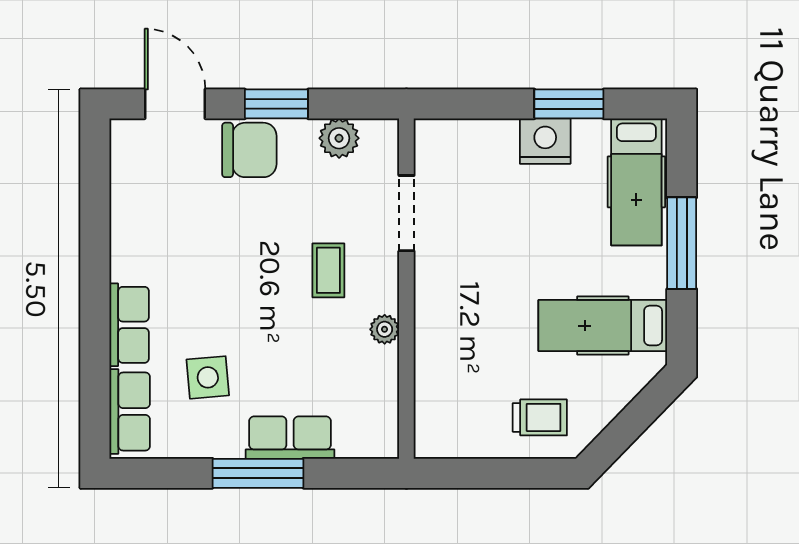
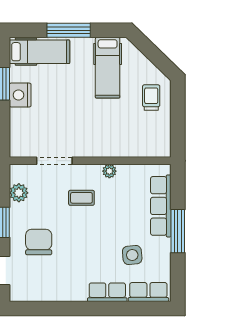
chair: (249, 150) -> (39, 242), moved
row of seats: (290, 438) -> (161, 206), width x1.48

